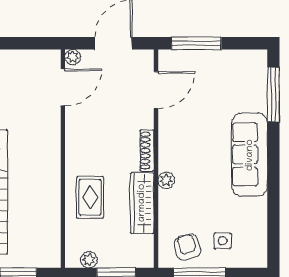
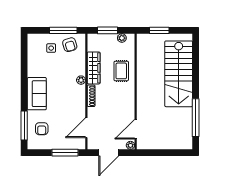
armchair: (240, 88) -> (42, 129), added
sofa: (250, 155) -> (37, 94), width x0.73

